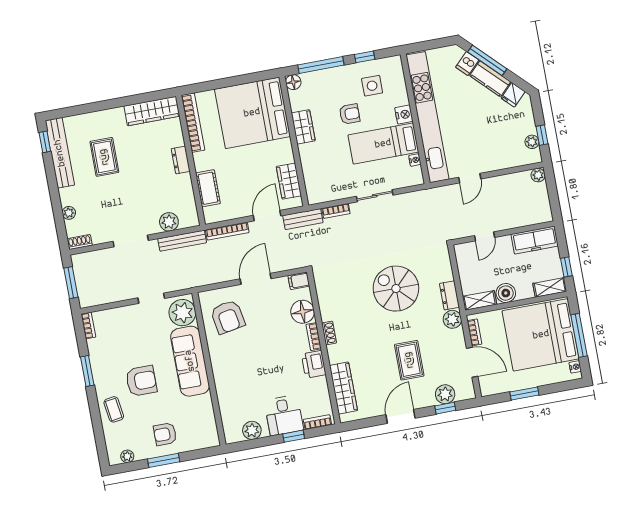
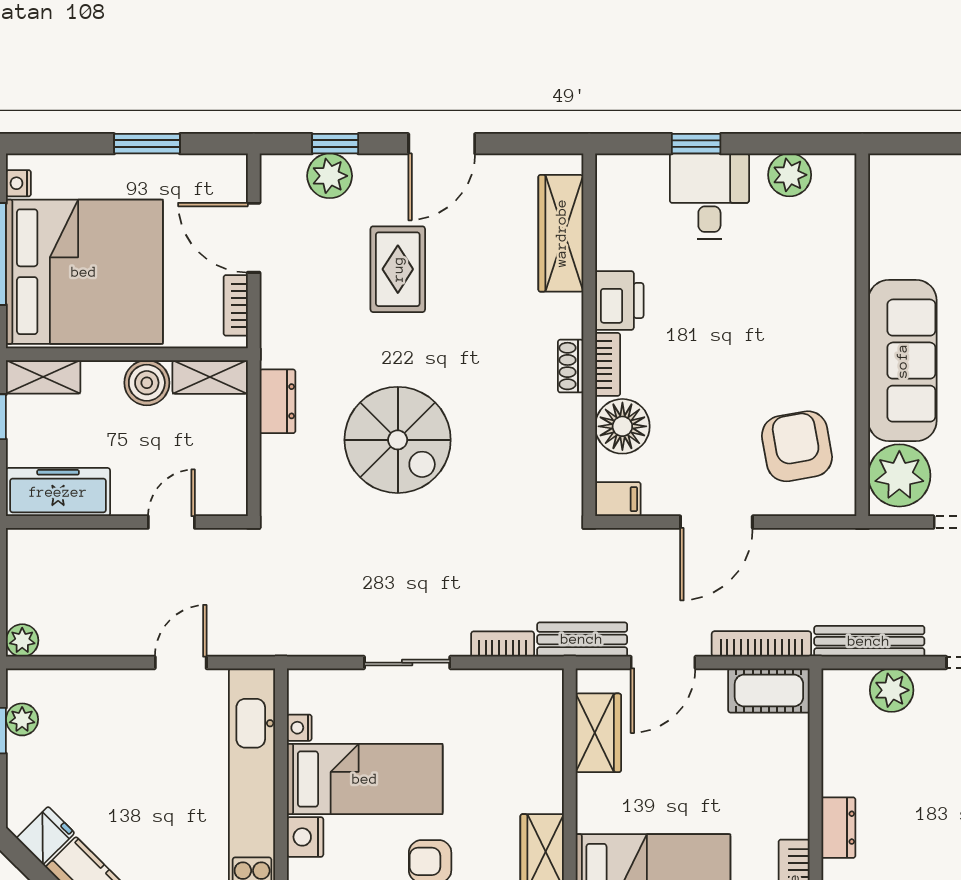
cot: (208, 188) -> (769, 691), moved, turned 90
plant: (452, 319) -> (281, 345), removed
bookcase: (317, 422) -> (635, 166), removed

